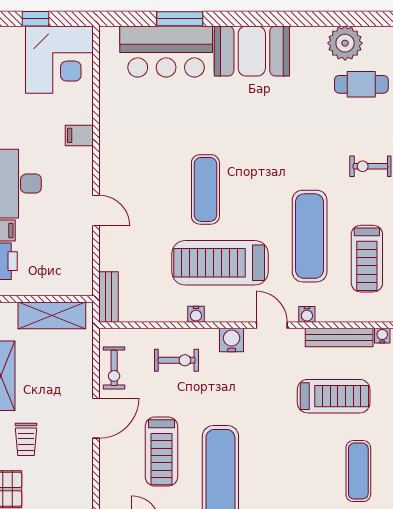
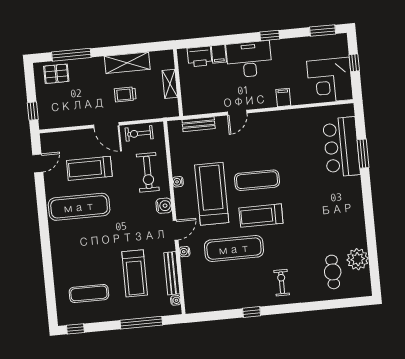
booth: (252, 51) -> (347, 201), removed
treadmill: (367, 259) -> (261, 216), moved
bench: (109, 297) -> (199, 124), moved
shelving: (52, 315) -> (170, 84), width x0.67, depth x0.75
exercise bike: (177, 360) -> (148, 172), width x1.38, depth x1.39
trolley: (26, 439) -> (125, 94), moved

